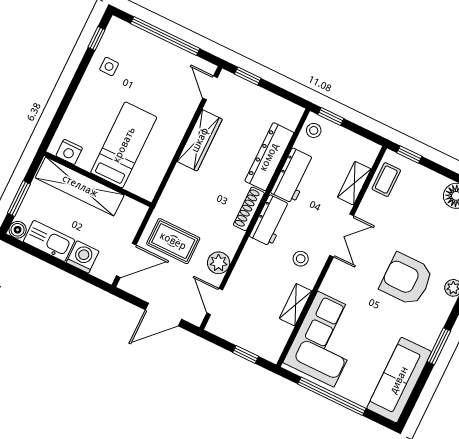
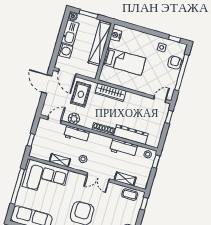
armchair: (143, 46) -> (175, 63), added
wardrobe: (200, 140) -> (111, 92), moved
workbench: (270, 221) -> (76, 134), moved
door: (163, 315) -> (47, 84), moved

